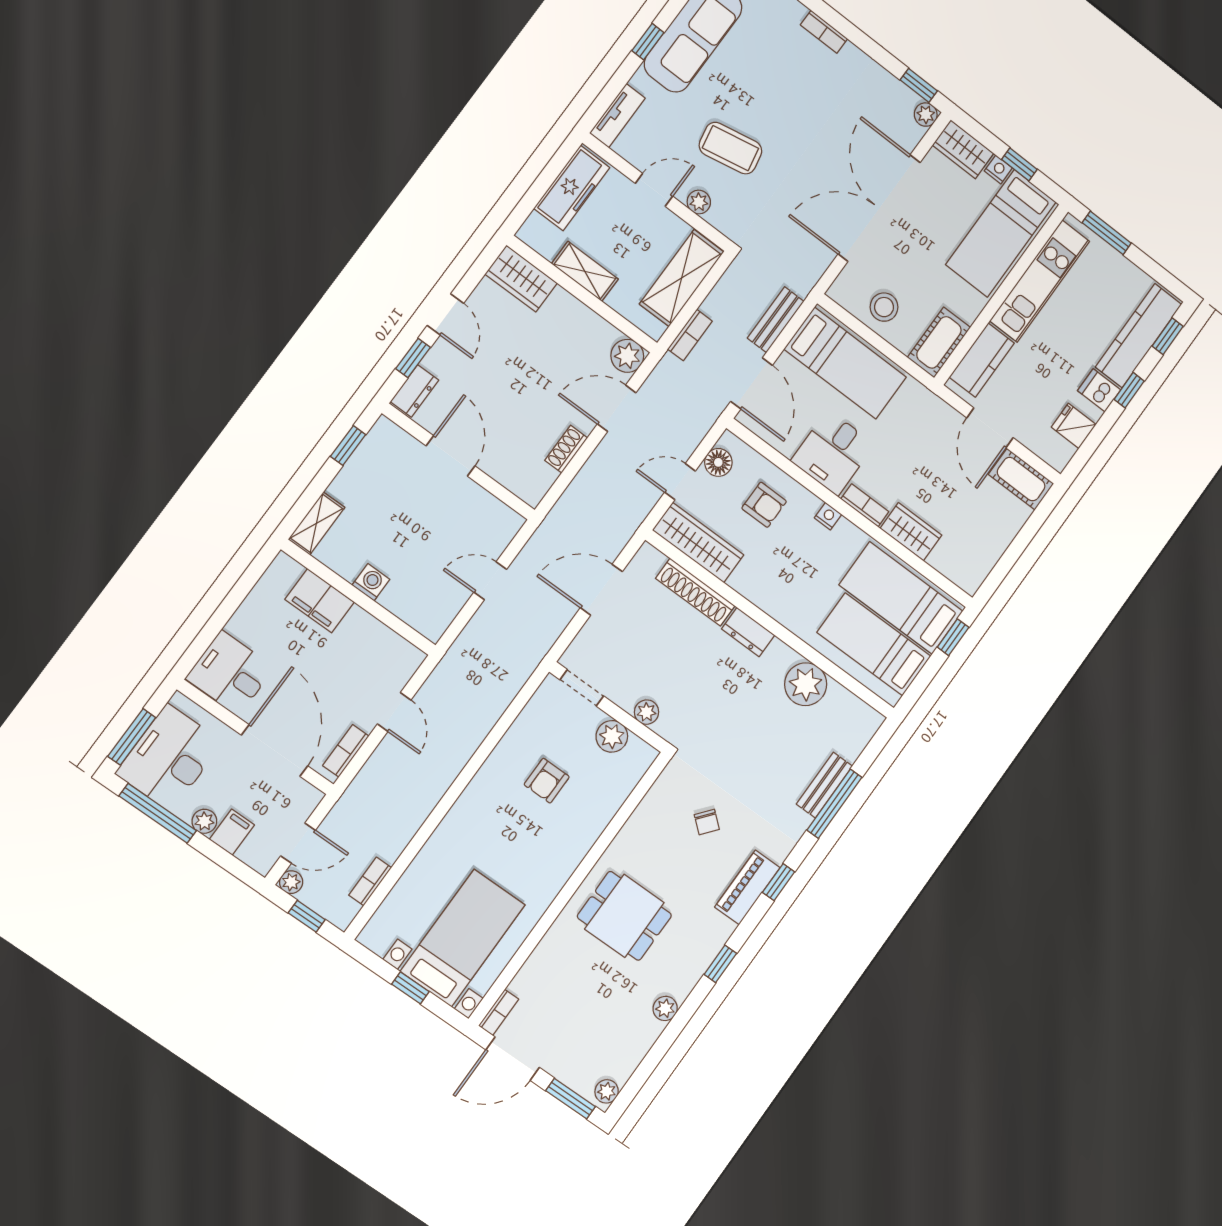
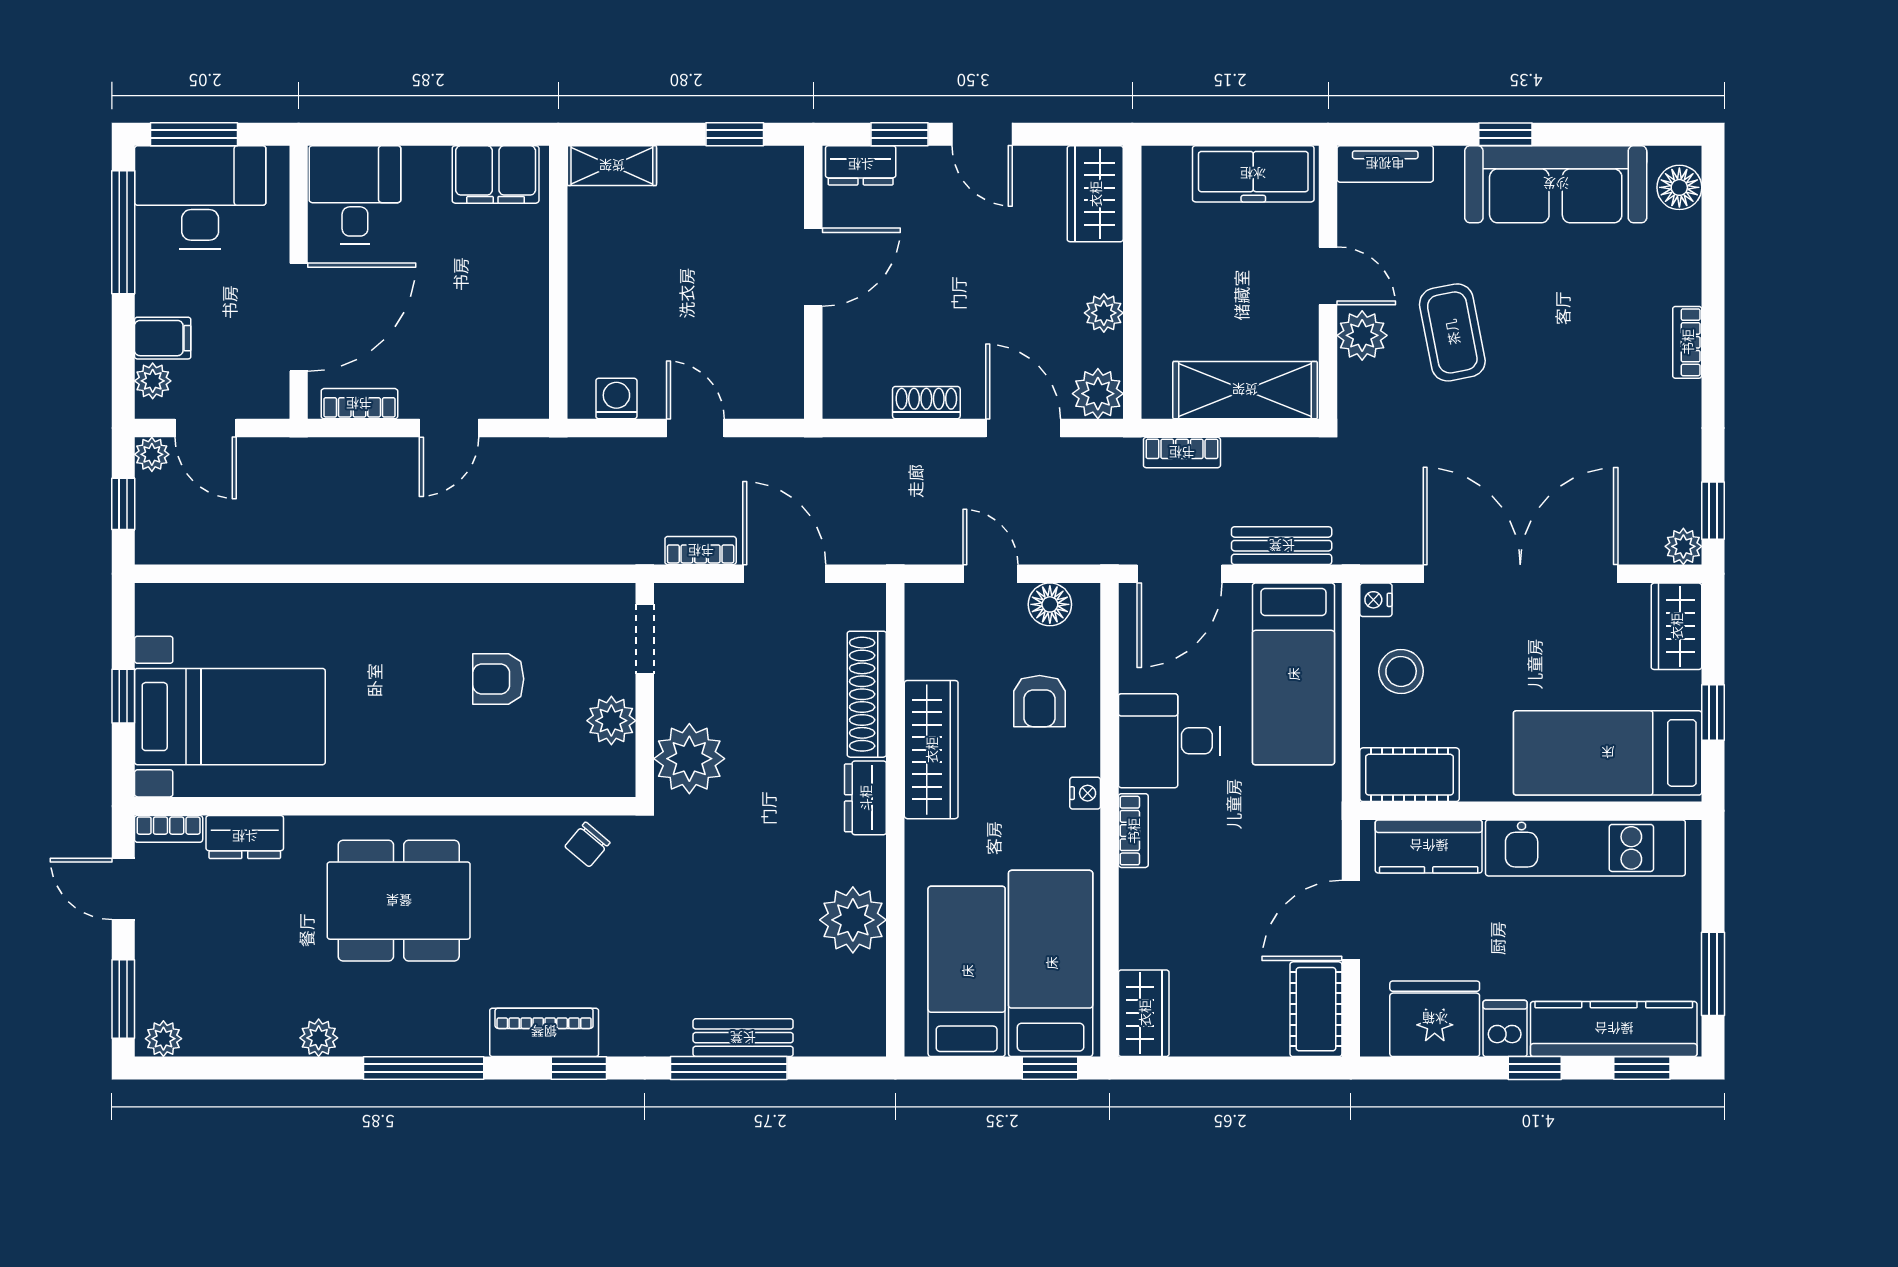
nightstand: (998, 169) -> (1376, 600), moved, turned 180
plant: (699, 202) -> (1362, 335), width x1.38, depth x1.38
window: (1107, 233) -> (1713, 974), moved
shelving: (585, 271) -> (1163, 265), removed
door: (445, 314) -> (982, 134), hinge flipped
plant: (587, 321) -> (1104, 313), added
fridge: (1074, 426) -> (1435, 1019), width x1.88, depth x1.34
wardrobe: (911, 532) -> (1144, 1013), moved
wardrobe: (698, 543) -> (931, 750), moved
washing machine: (371, 582) -> (616, 399), moved, turned -90
filing cabinet: (320, 601) -> (496, 174), moved, turned -90
plant: (647, 712) -> (689, 759), width x1.88, depth x1.88
plant: (204, 821) -> (153, 381), moved
chair: (707, 822) -> (587, 845), moved
bookcase: (370, 881) -> (701, 551), moved
dining table: (624, 916) -> (399, 901), width x1.38
window: (720, 964) -> (424, 1068), width x2.17
dresser: (532, 975) -> (245, 837), added
door: (513, 1059) -> (123, 889), width x0.73

